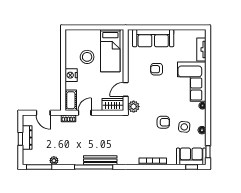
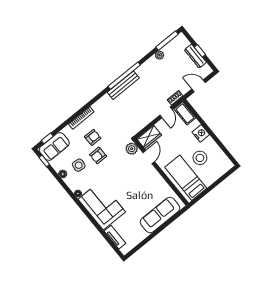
armchair: (157, 69) -> (93, 137), moved

